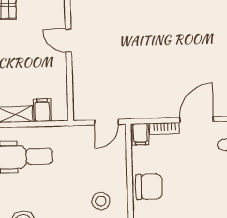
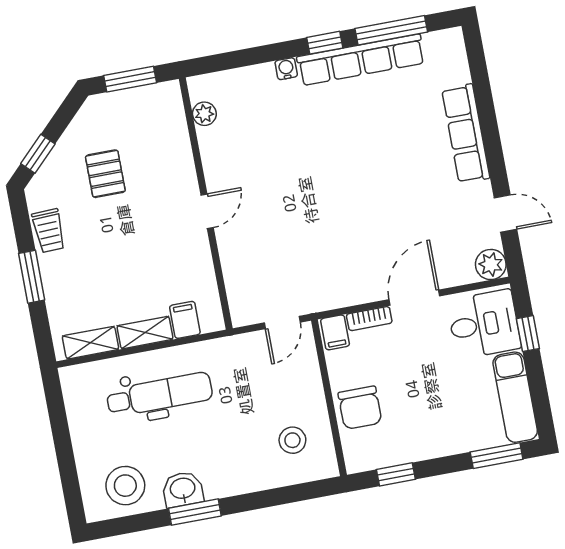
door: (68, 41) -> (207, 211), swing flipped
chair: (149, 187) -> (360, 408), turned 90

